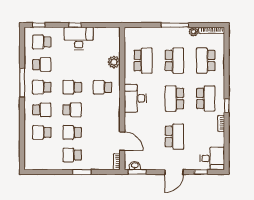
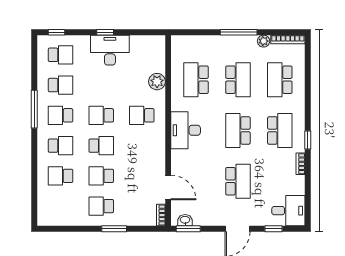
school desk: (42, 42) -> (61, 55), turned 180
school desk: (143, 61) -> (196, 80), turned 180

